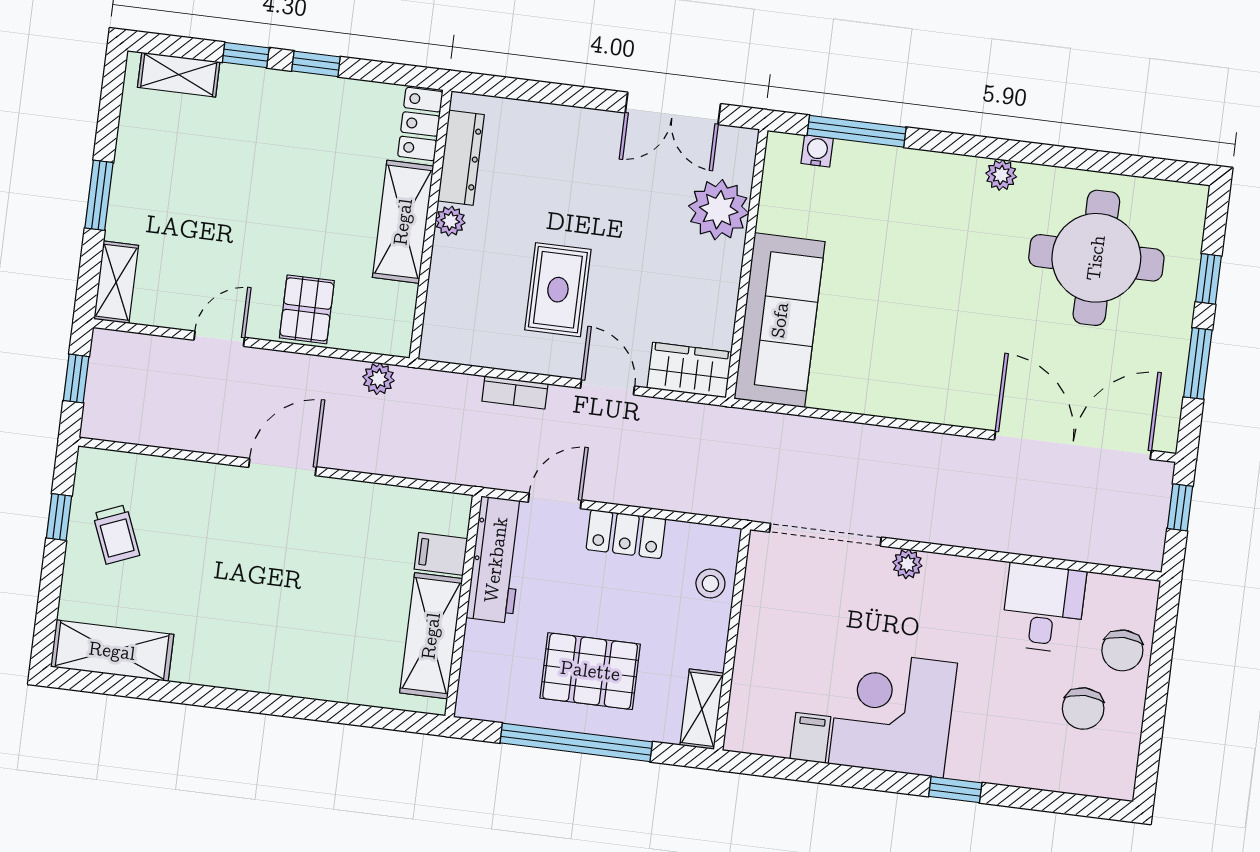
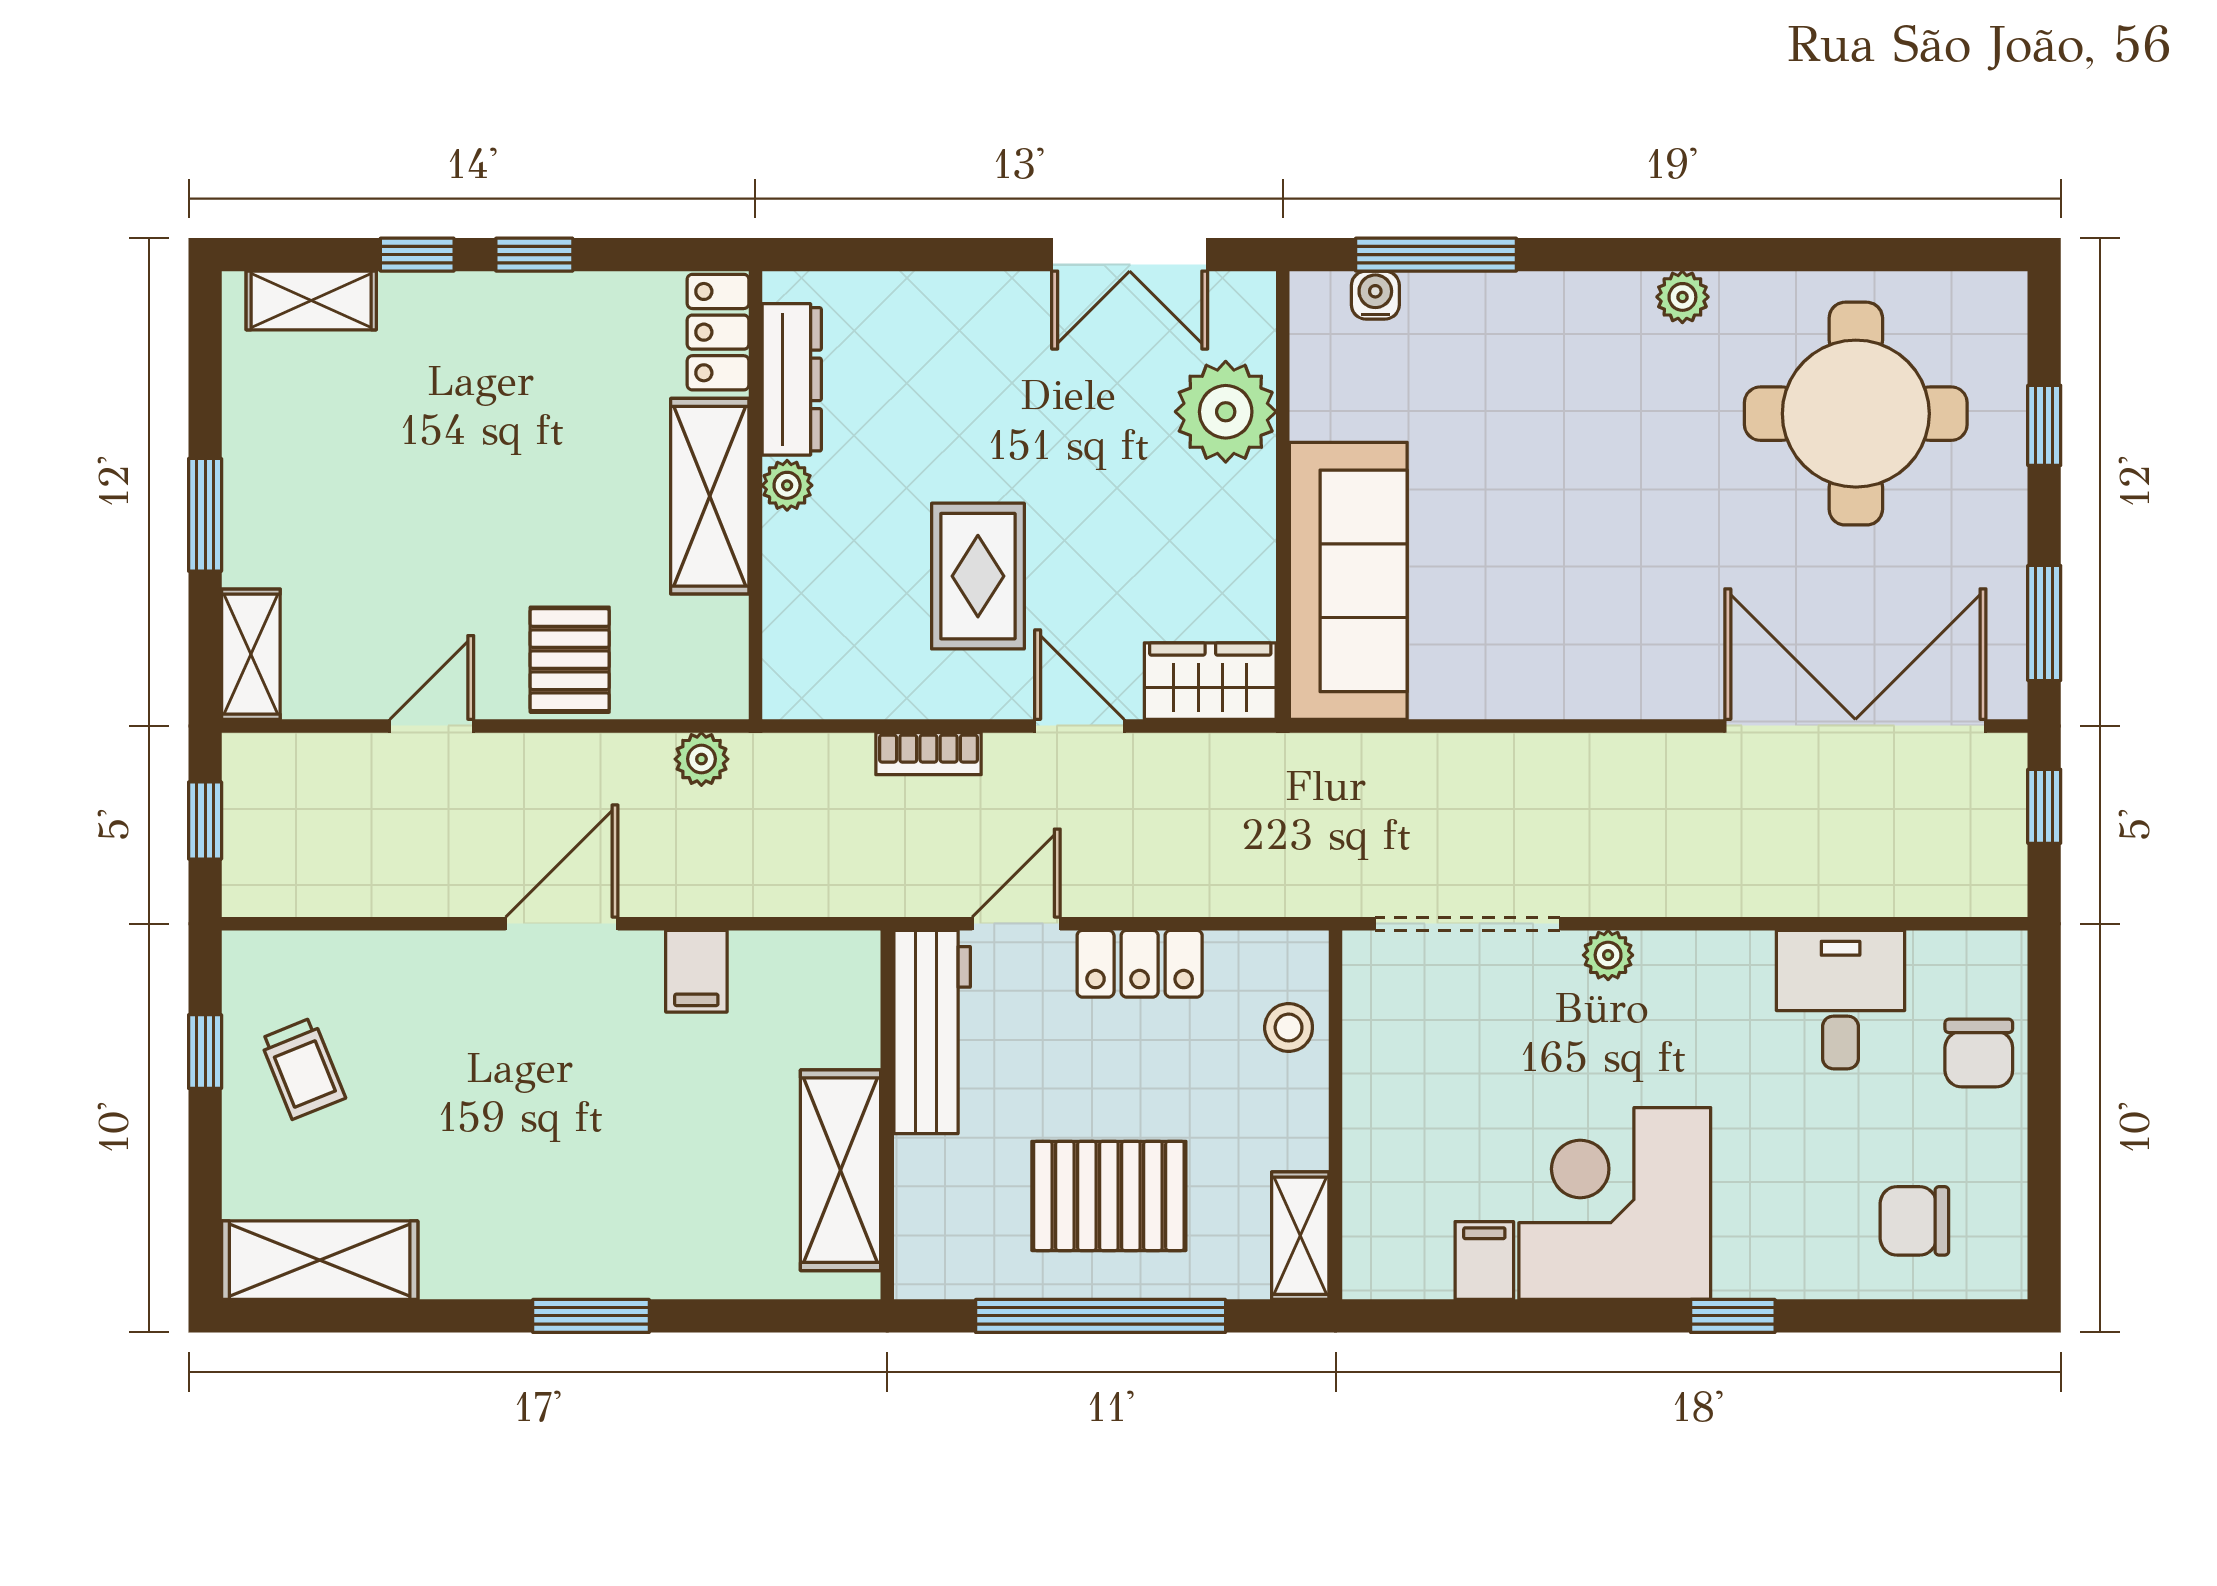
window: (1198, 363) -> (2044, 623), moved
filing cabinet: (441, 554) -> (696, 971), moved, turned -90
window: (271, 704) -> (591, 1316), added
chair: (1083, 709) -> (1914, 1221), moved, turned 90

